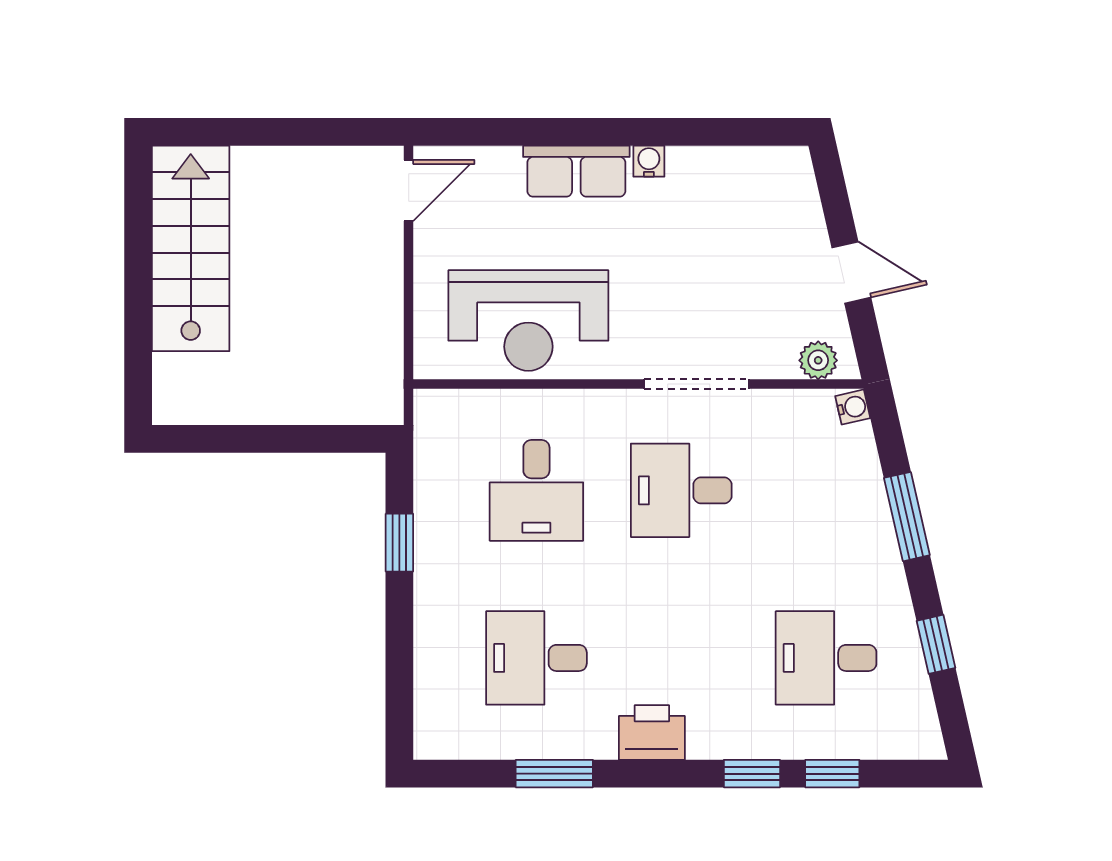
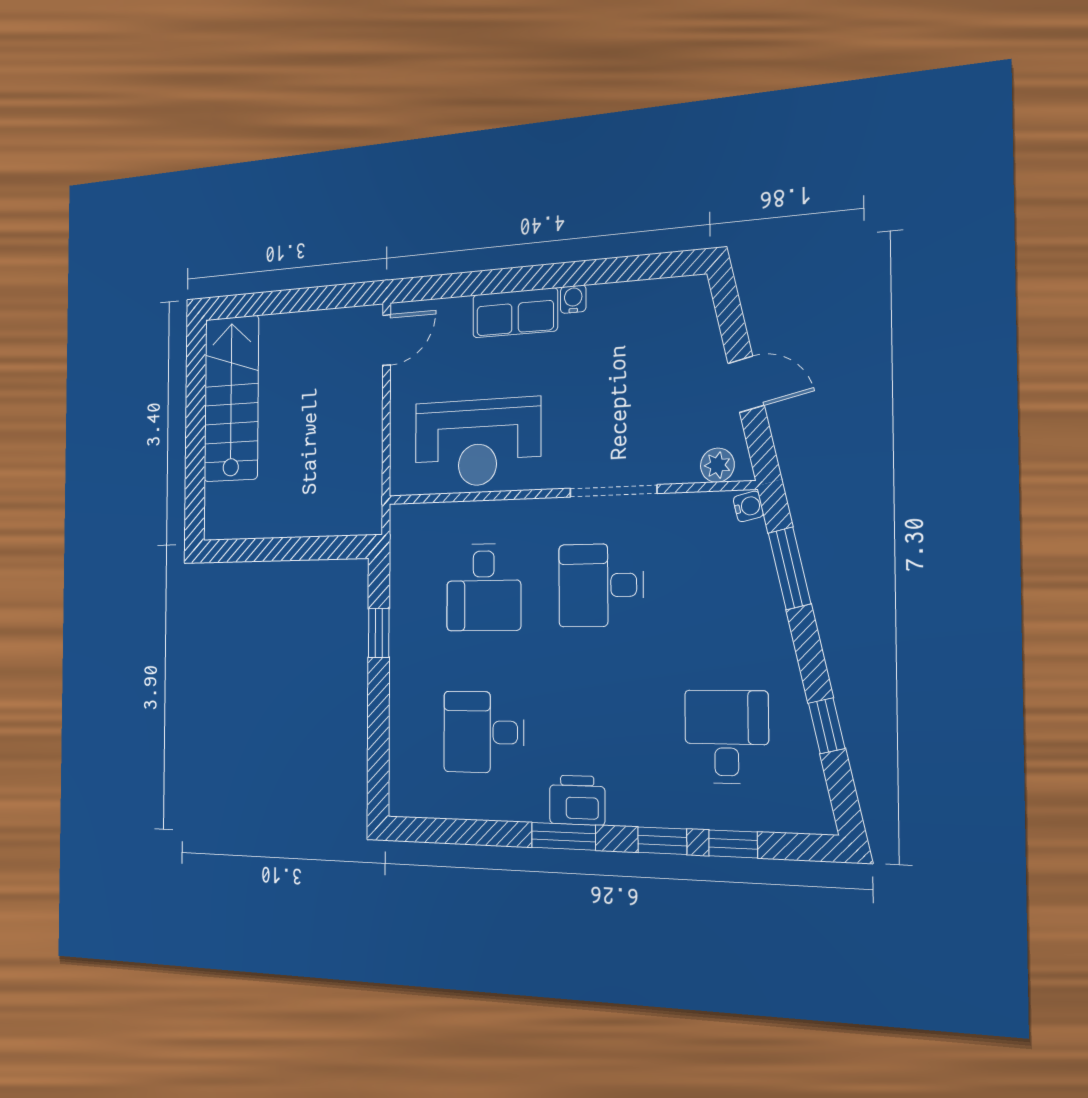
window: (907, 517) -> (790, 568), moved
desk: (826, 658) -> (727, 737), turned 90
window: (554, 774) -> (563, 836), moved

